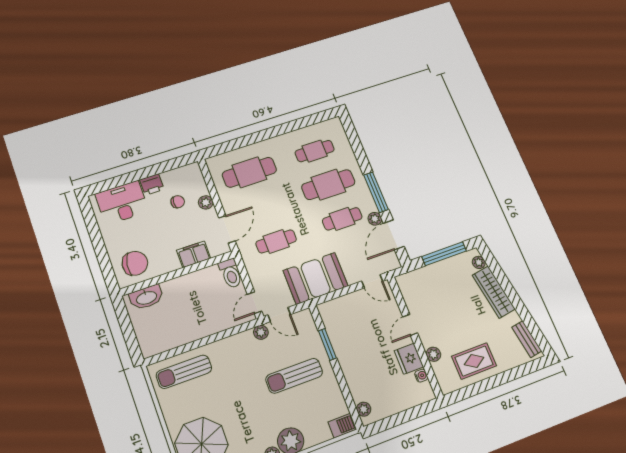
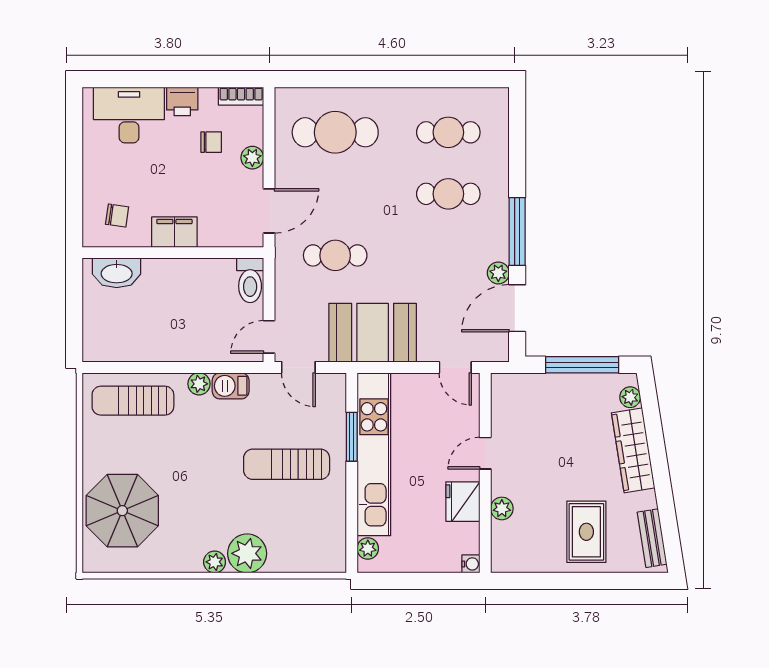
bookcase: (186, 170) -> (241, 96), added
cafe table: (328, 185) -> (448, 194), width x0.73, depth x0.74
cafe table: (342, 219) -> (448, 255), removed
filing cabinet: (194, 254) -> (174, 232), moved
chair: (135, 263) -> (117, 216), width x0.54, depth x0.54
plant: (261, 332) -> (199, 384), moved
kitchen unit: (345, 350) -> (374, 454), added
rug: (474, 361) -> (586, 532), moved, turned 90
water cooler: (421, 376) -> (471, 564), moved
barbecue: (342, 426) -> (231, 386), moved, turned 180

